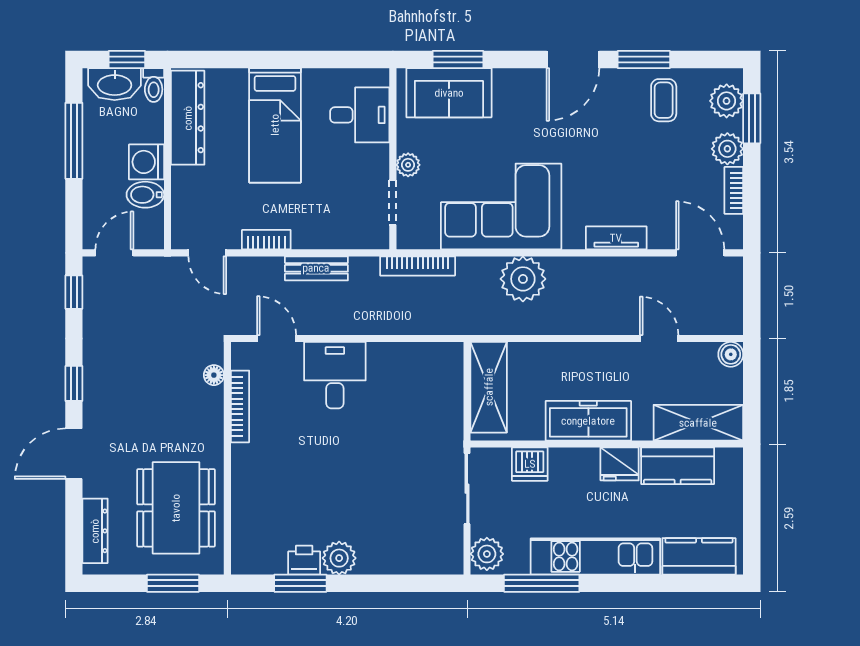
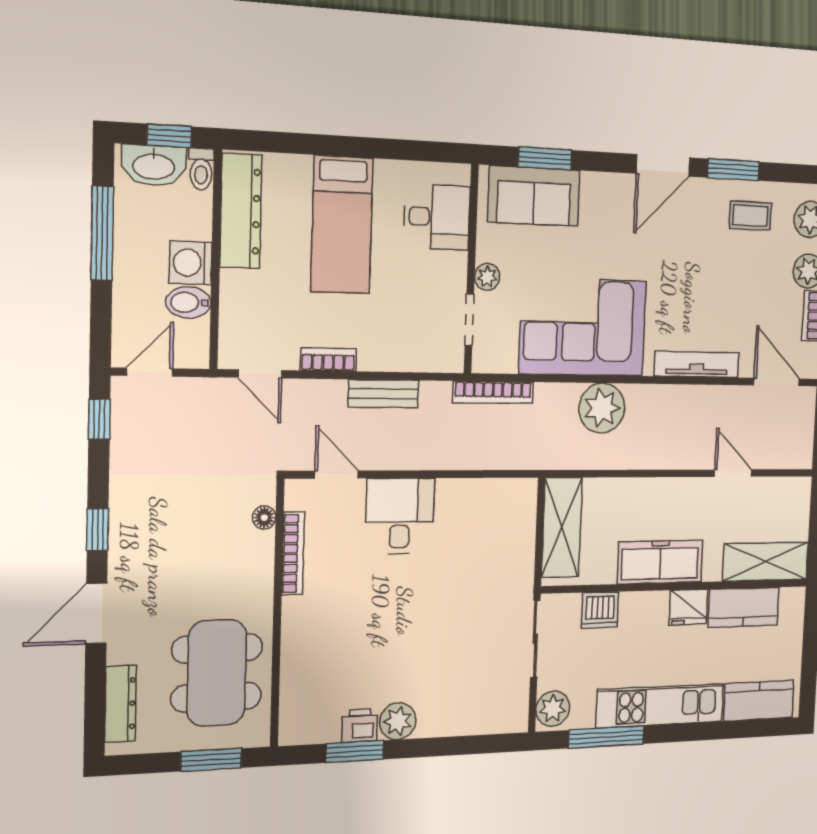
coffee table: (664, 100) -> (750, 216), turned 90
tv unit: (616, 238) -> (697, 364), width x1.41
boiler: (731, 354) -> (800, 490), removed

